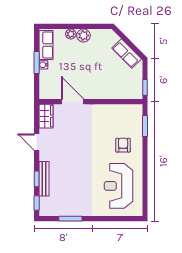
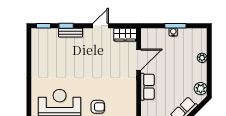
plant: (84, 36) -> (201, 89), moved
row of seats: (46, 45) -> (148, 87), moved, turned -90
bench: (44, 179) -> (71, 33), width x0.73
window: (70, 219) -> (29, 57), removed

